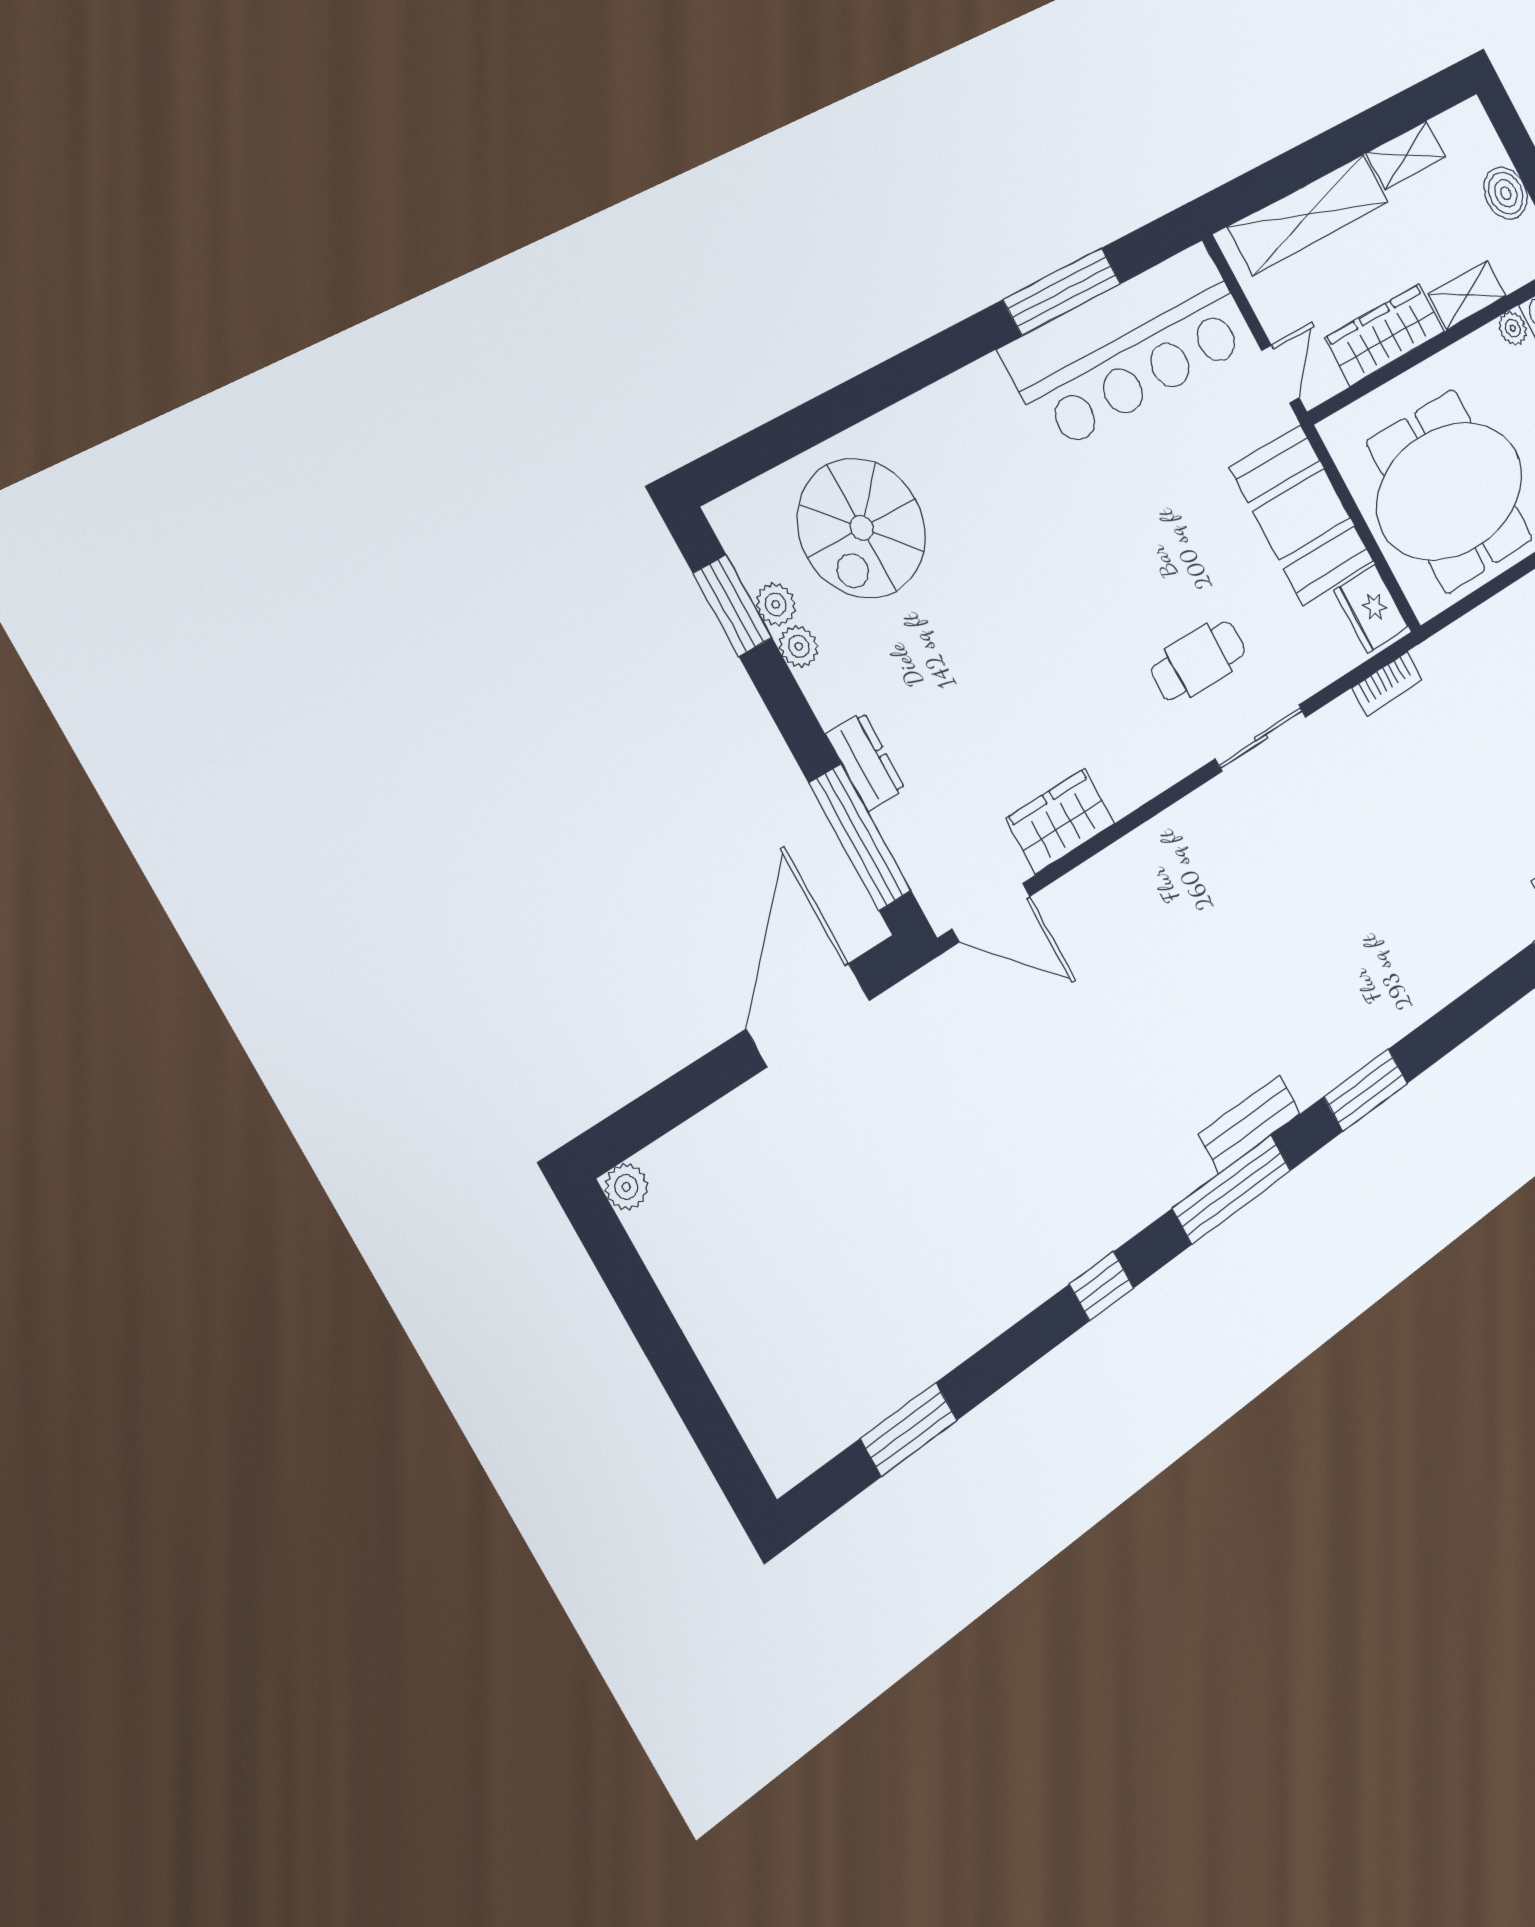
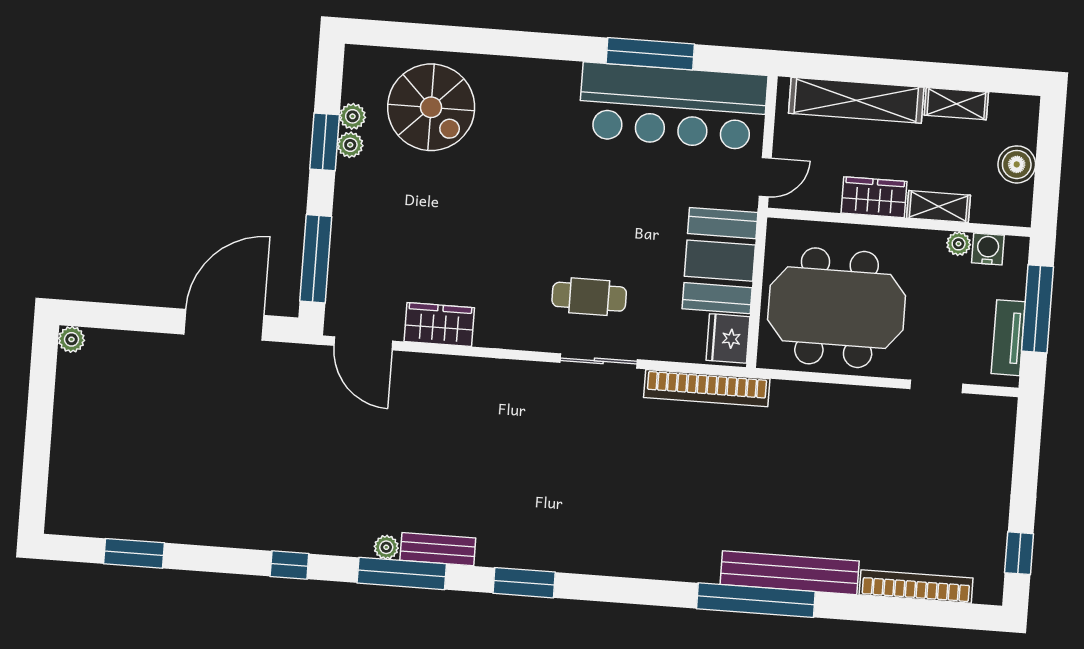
wardrobe: (1385, 335) -> (874, 197), width x0.67
spiral stairs: (862, 528) -> (431, 107), turned -90
window: (733, 605) -> (325, 142), moved
bookcase: (1387, 684) -> (707, 388), width x2.31, depth x1.31
dresser: (865, 762) -> (346, 224), removed
plant: (1193, 1169) -> (386, 547), added

